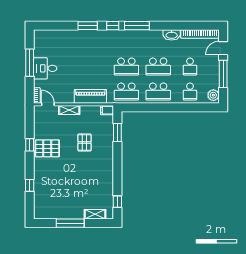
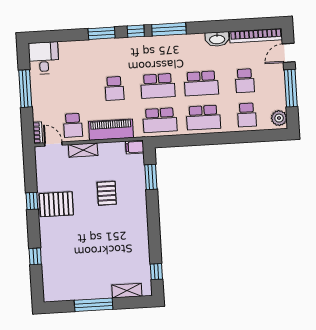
school desk: (95, 66) -> (114, 88), added
desk: (45, 68) -> (44, 58), moved, turned 90
school desk: (63, 92) -> (73, 125), added

